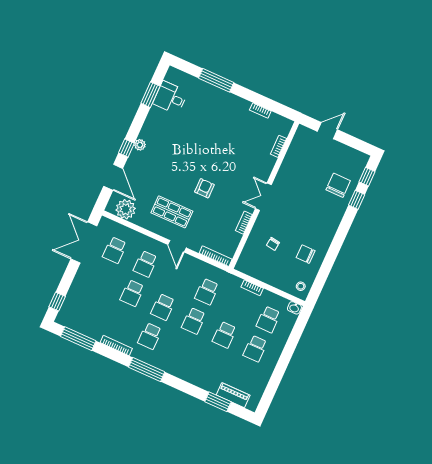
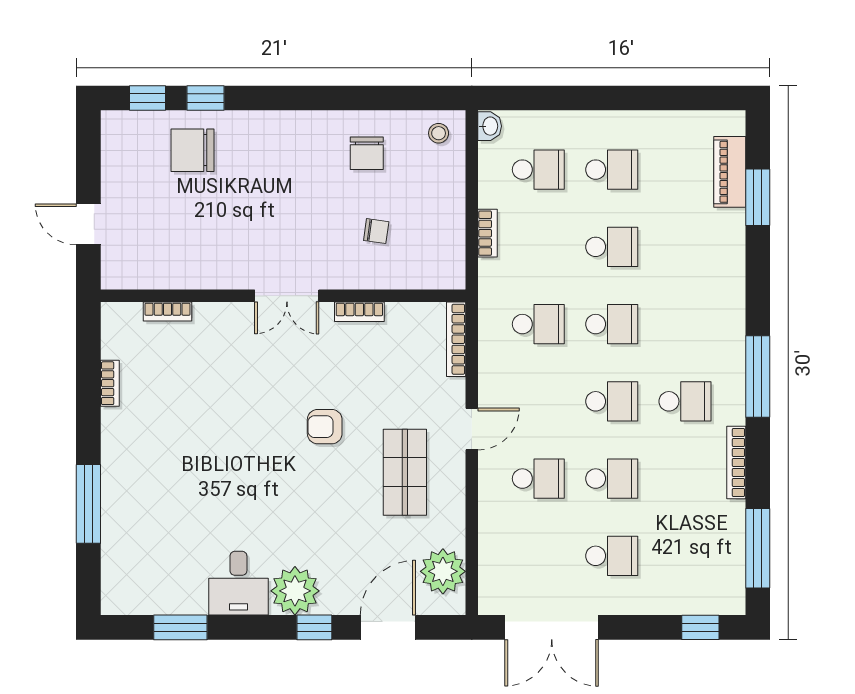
desk: (170, 98) -> (238, 583), moved
plant: (140, 145) -> (295, 591), width x1.88, depth x1.88
school desk: (115, 250) -> (612, 556), moved

